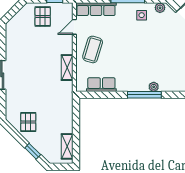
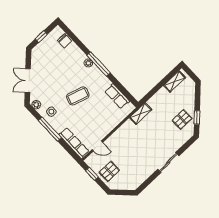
coffee table: (93, 49) -> (78, 96), moved
shelving: (67, 68) -> (141, 114), moved
window: (33, 151) -> (197, 117), moved

